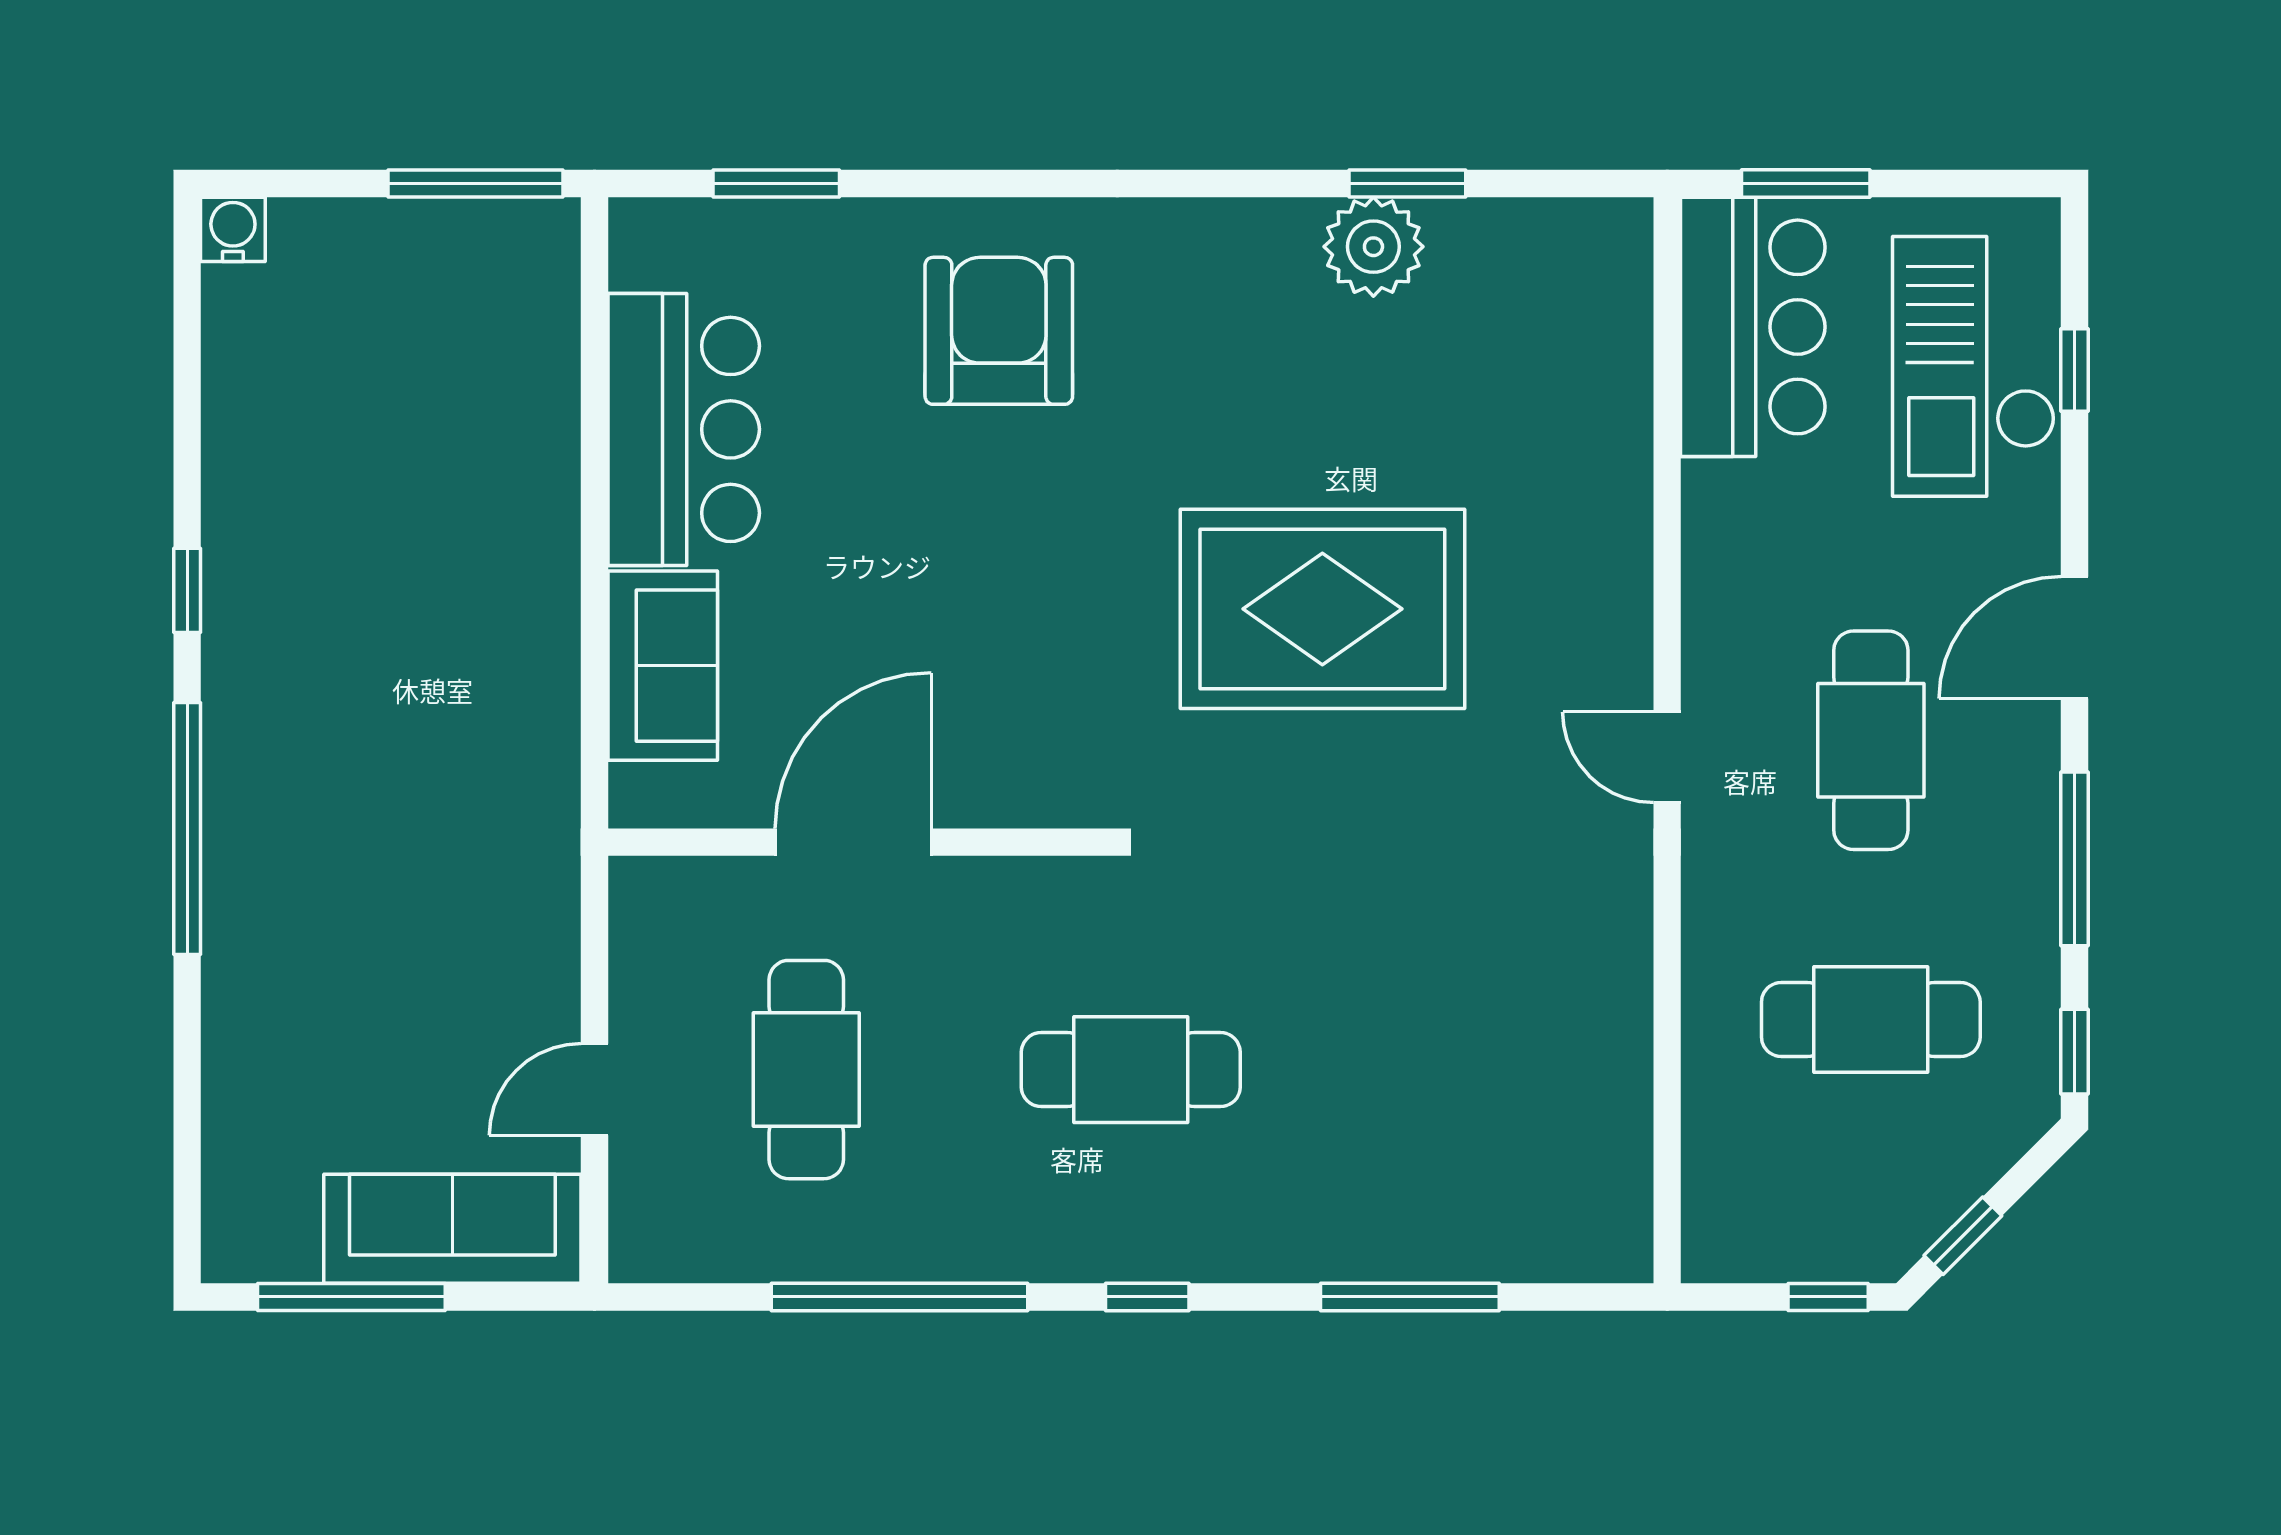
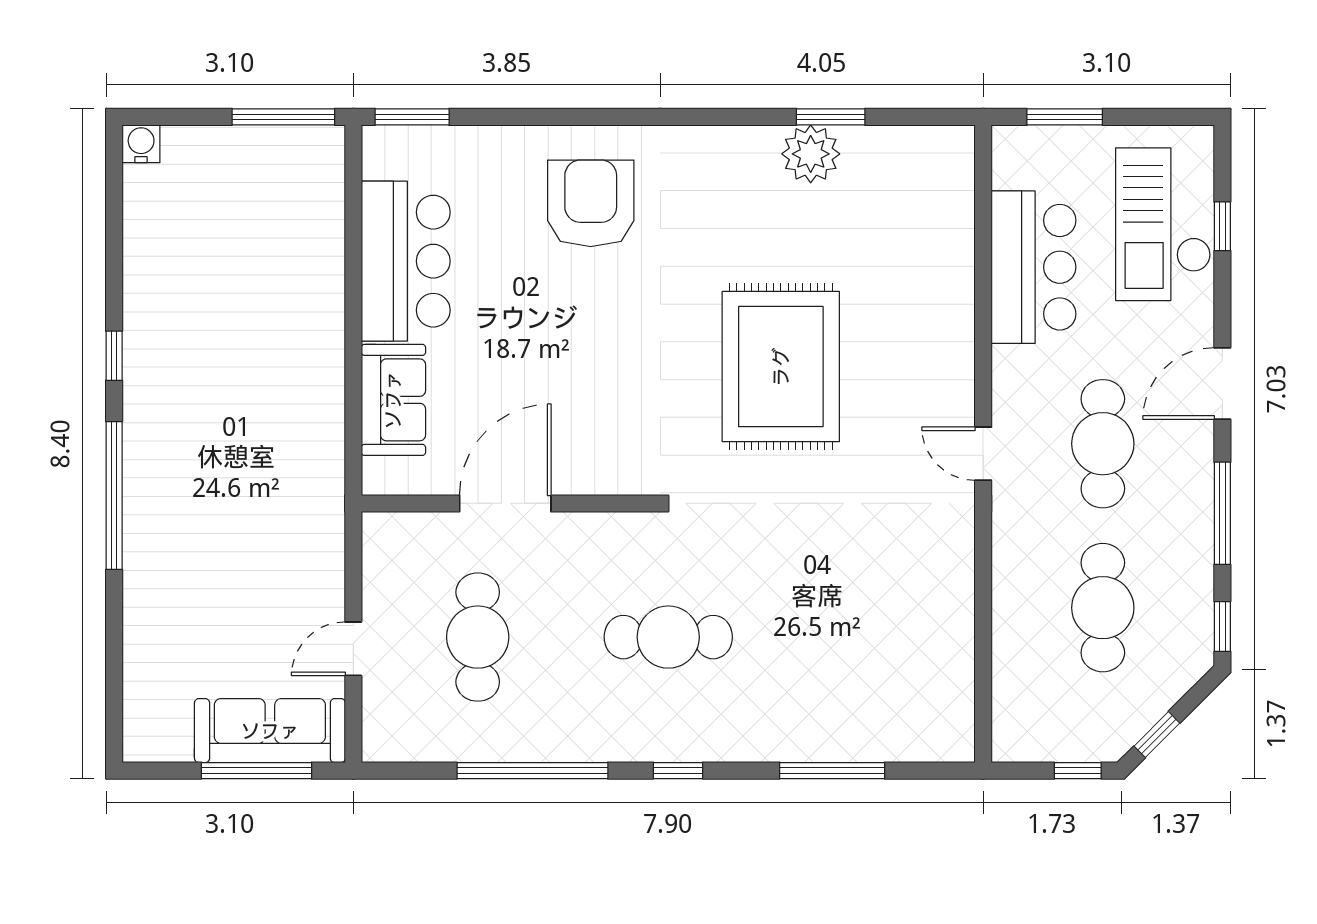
window: (776, 184) -> (412, 117), moved
bar counter: (1753, 327) -> (1034, 267), moved
rug: (1322, 609) -> (781, 367), turned 90
cafe table: (1871, 1019) -> (1103, 608), turned 90
window: (351, 1297) -> (256, 771), moved

